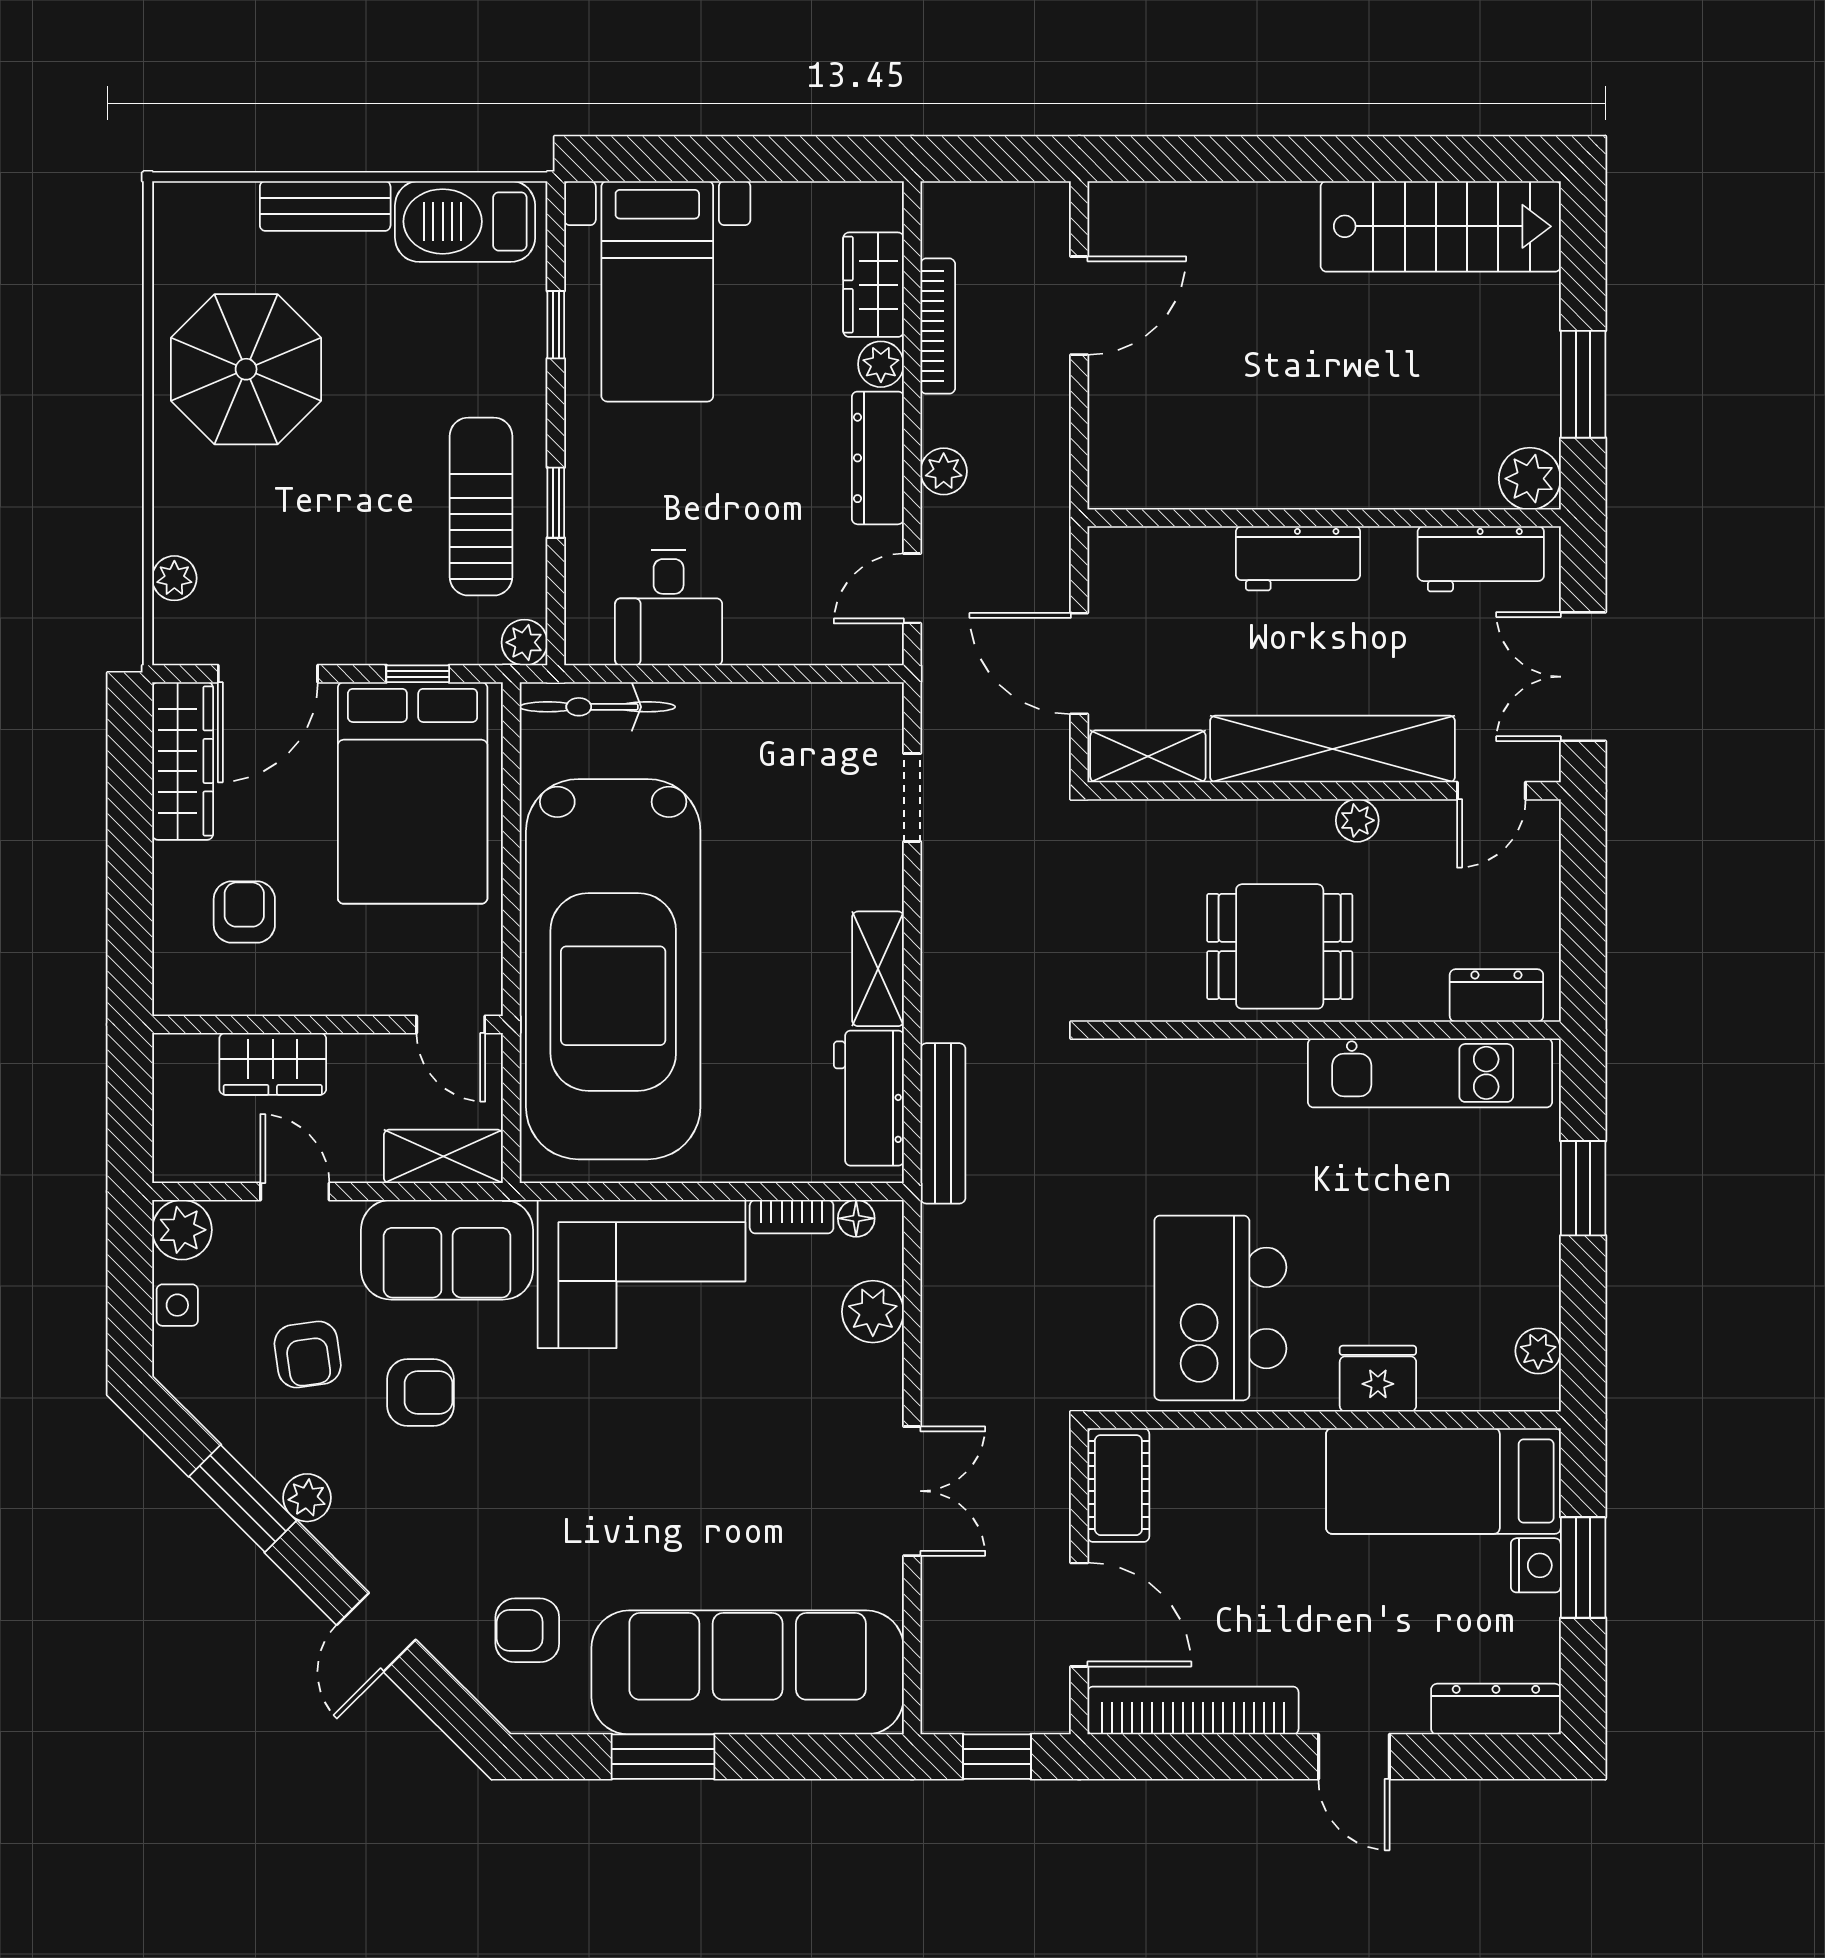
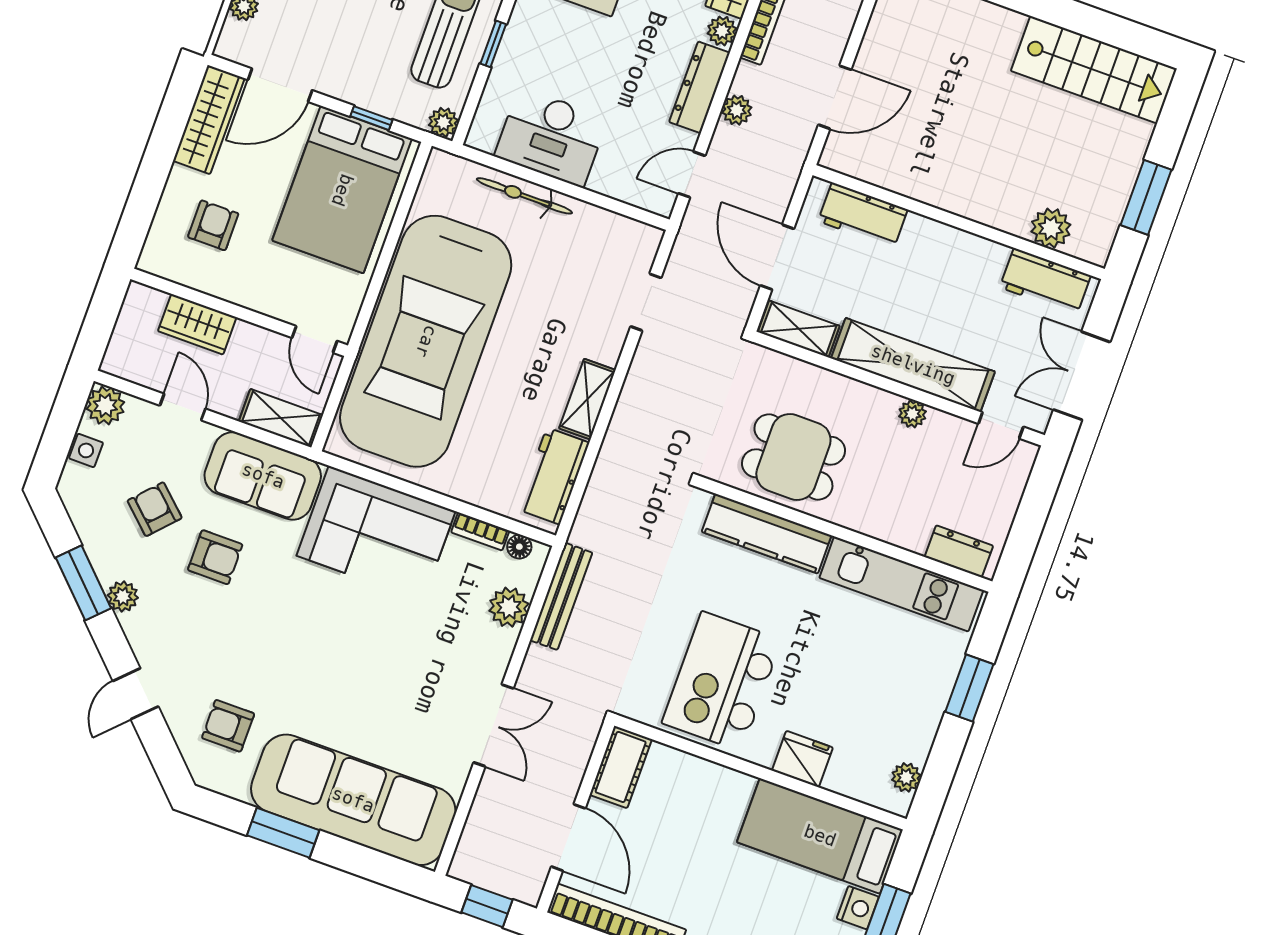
door: (1079, 306) -> (835, 97), moved
plant: (1530, 479) -> (1051, 228), moved
workbench: (1298, 558) -> (863, 215), moved
desk: (669, 608) -> (551, 137), width x1.37
bicycle: (597, 707) -> (524, 196), moved
dining table: (1280, 946) -> (793, 457), moved
kitchen counter: (1208, 1070) -> (767, 534), added
bench: (943, 1123) -> (561, 596), moved
armchair: (308, 1354) -> (155, 509), turned 141

